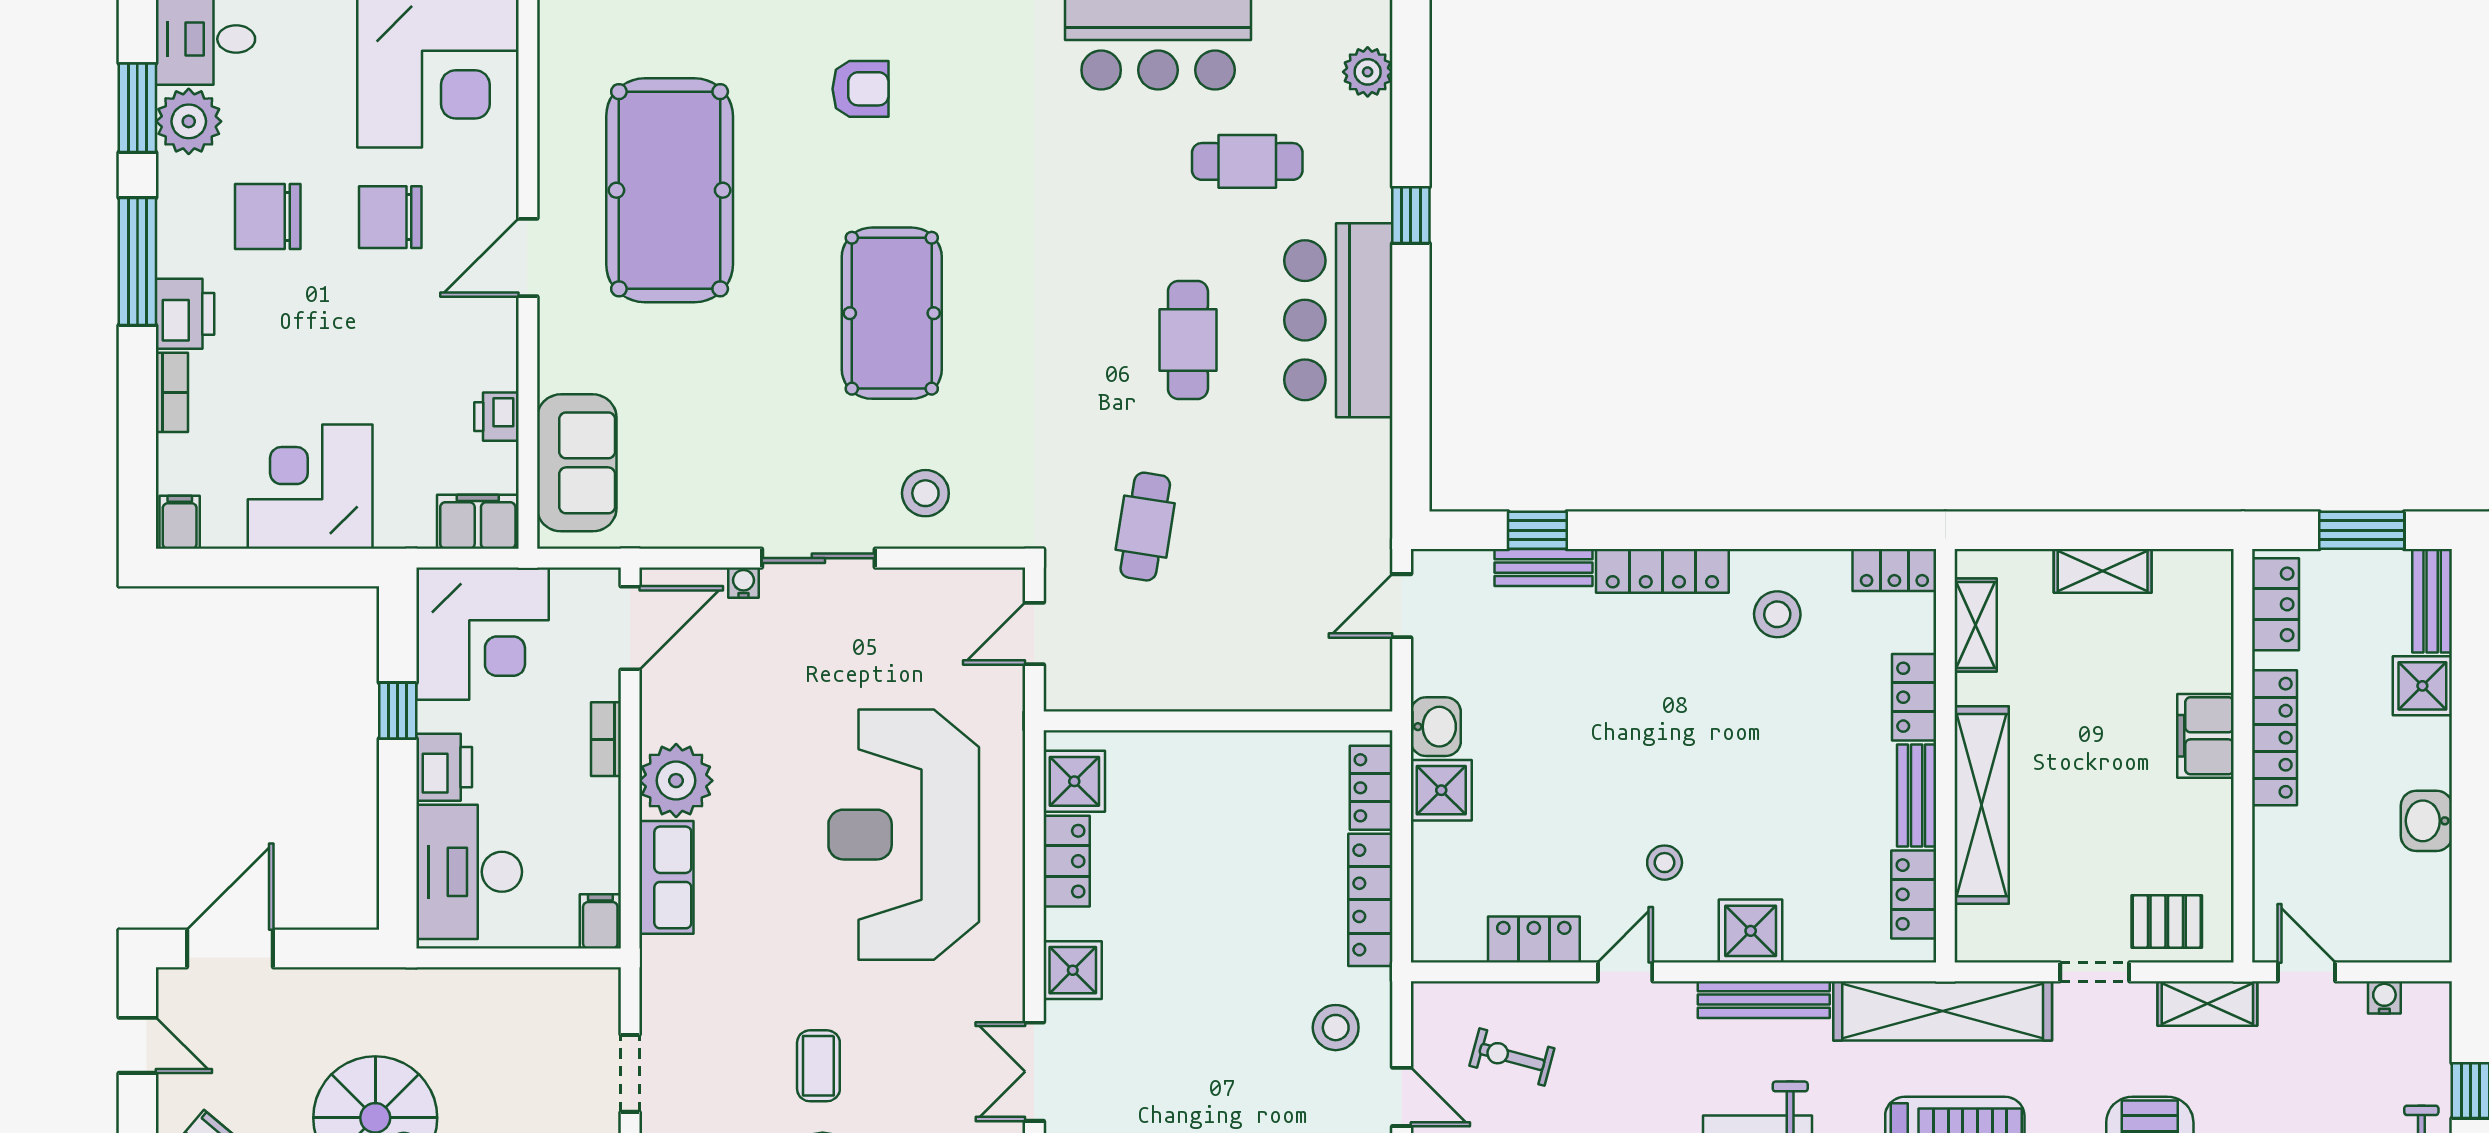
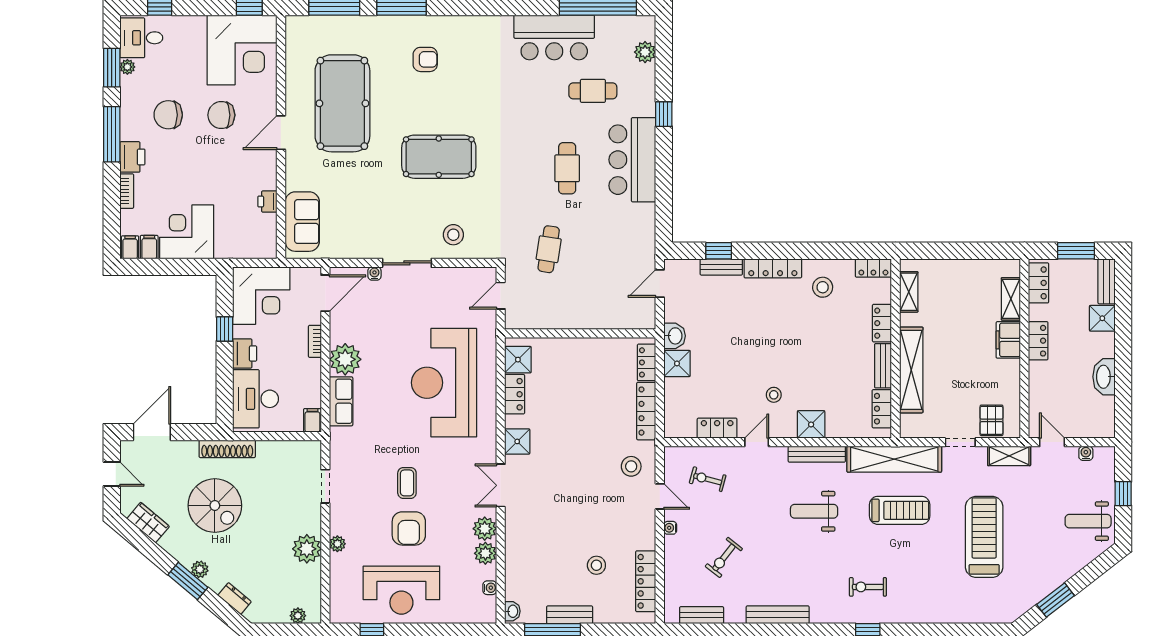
plant: (189, 121) -> (127, 67), width x0.53, depth x0.53
pool table: (892, 313) -> (439, 157), turned 90
filing cabinet: (478, 522) -> (149, 247), moved, width x0.50
shelving: (2103, 571) -> (1011, 299), moved, turned 90
locker: (2274, 738) -> (1038, 341), width x0.66
washbasin: (2426, 821) -> (1104, 377), width x1.38
pallet: (2167, 921) -> (991, 420), turned 90
shoe rack: (404, 987) -> (227, 449), added

